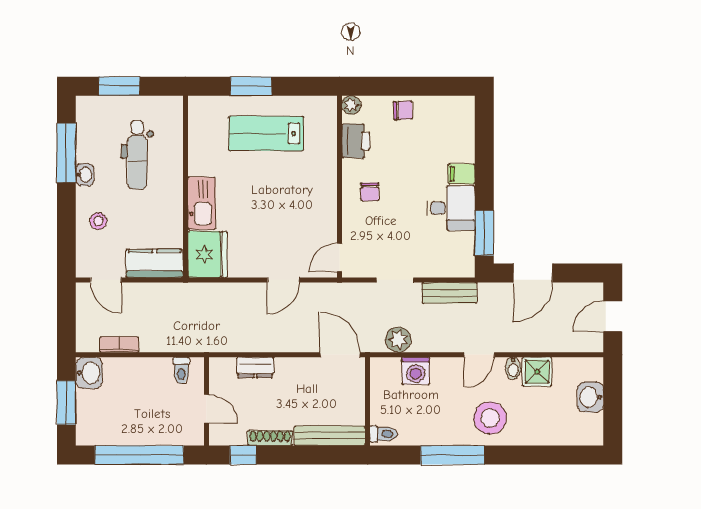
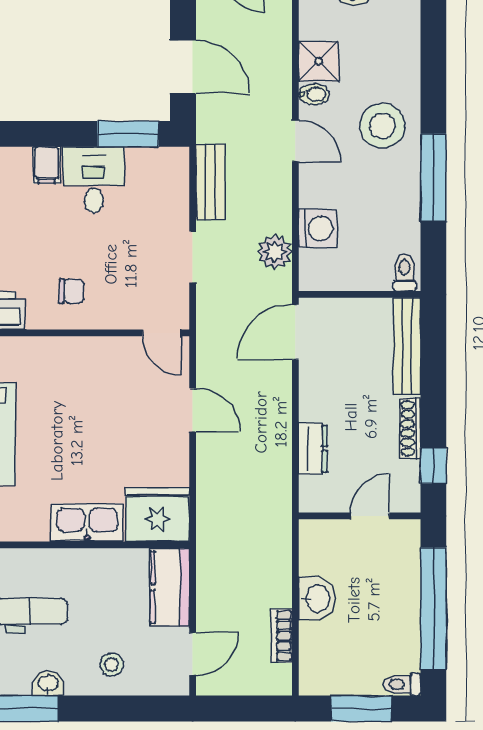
toilet: (181, 370) -> (402, 684), moved, turned 180
washbasin: (89, 373) -> (317, 598), moved, turned 90

